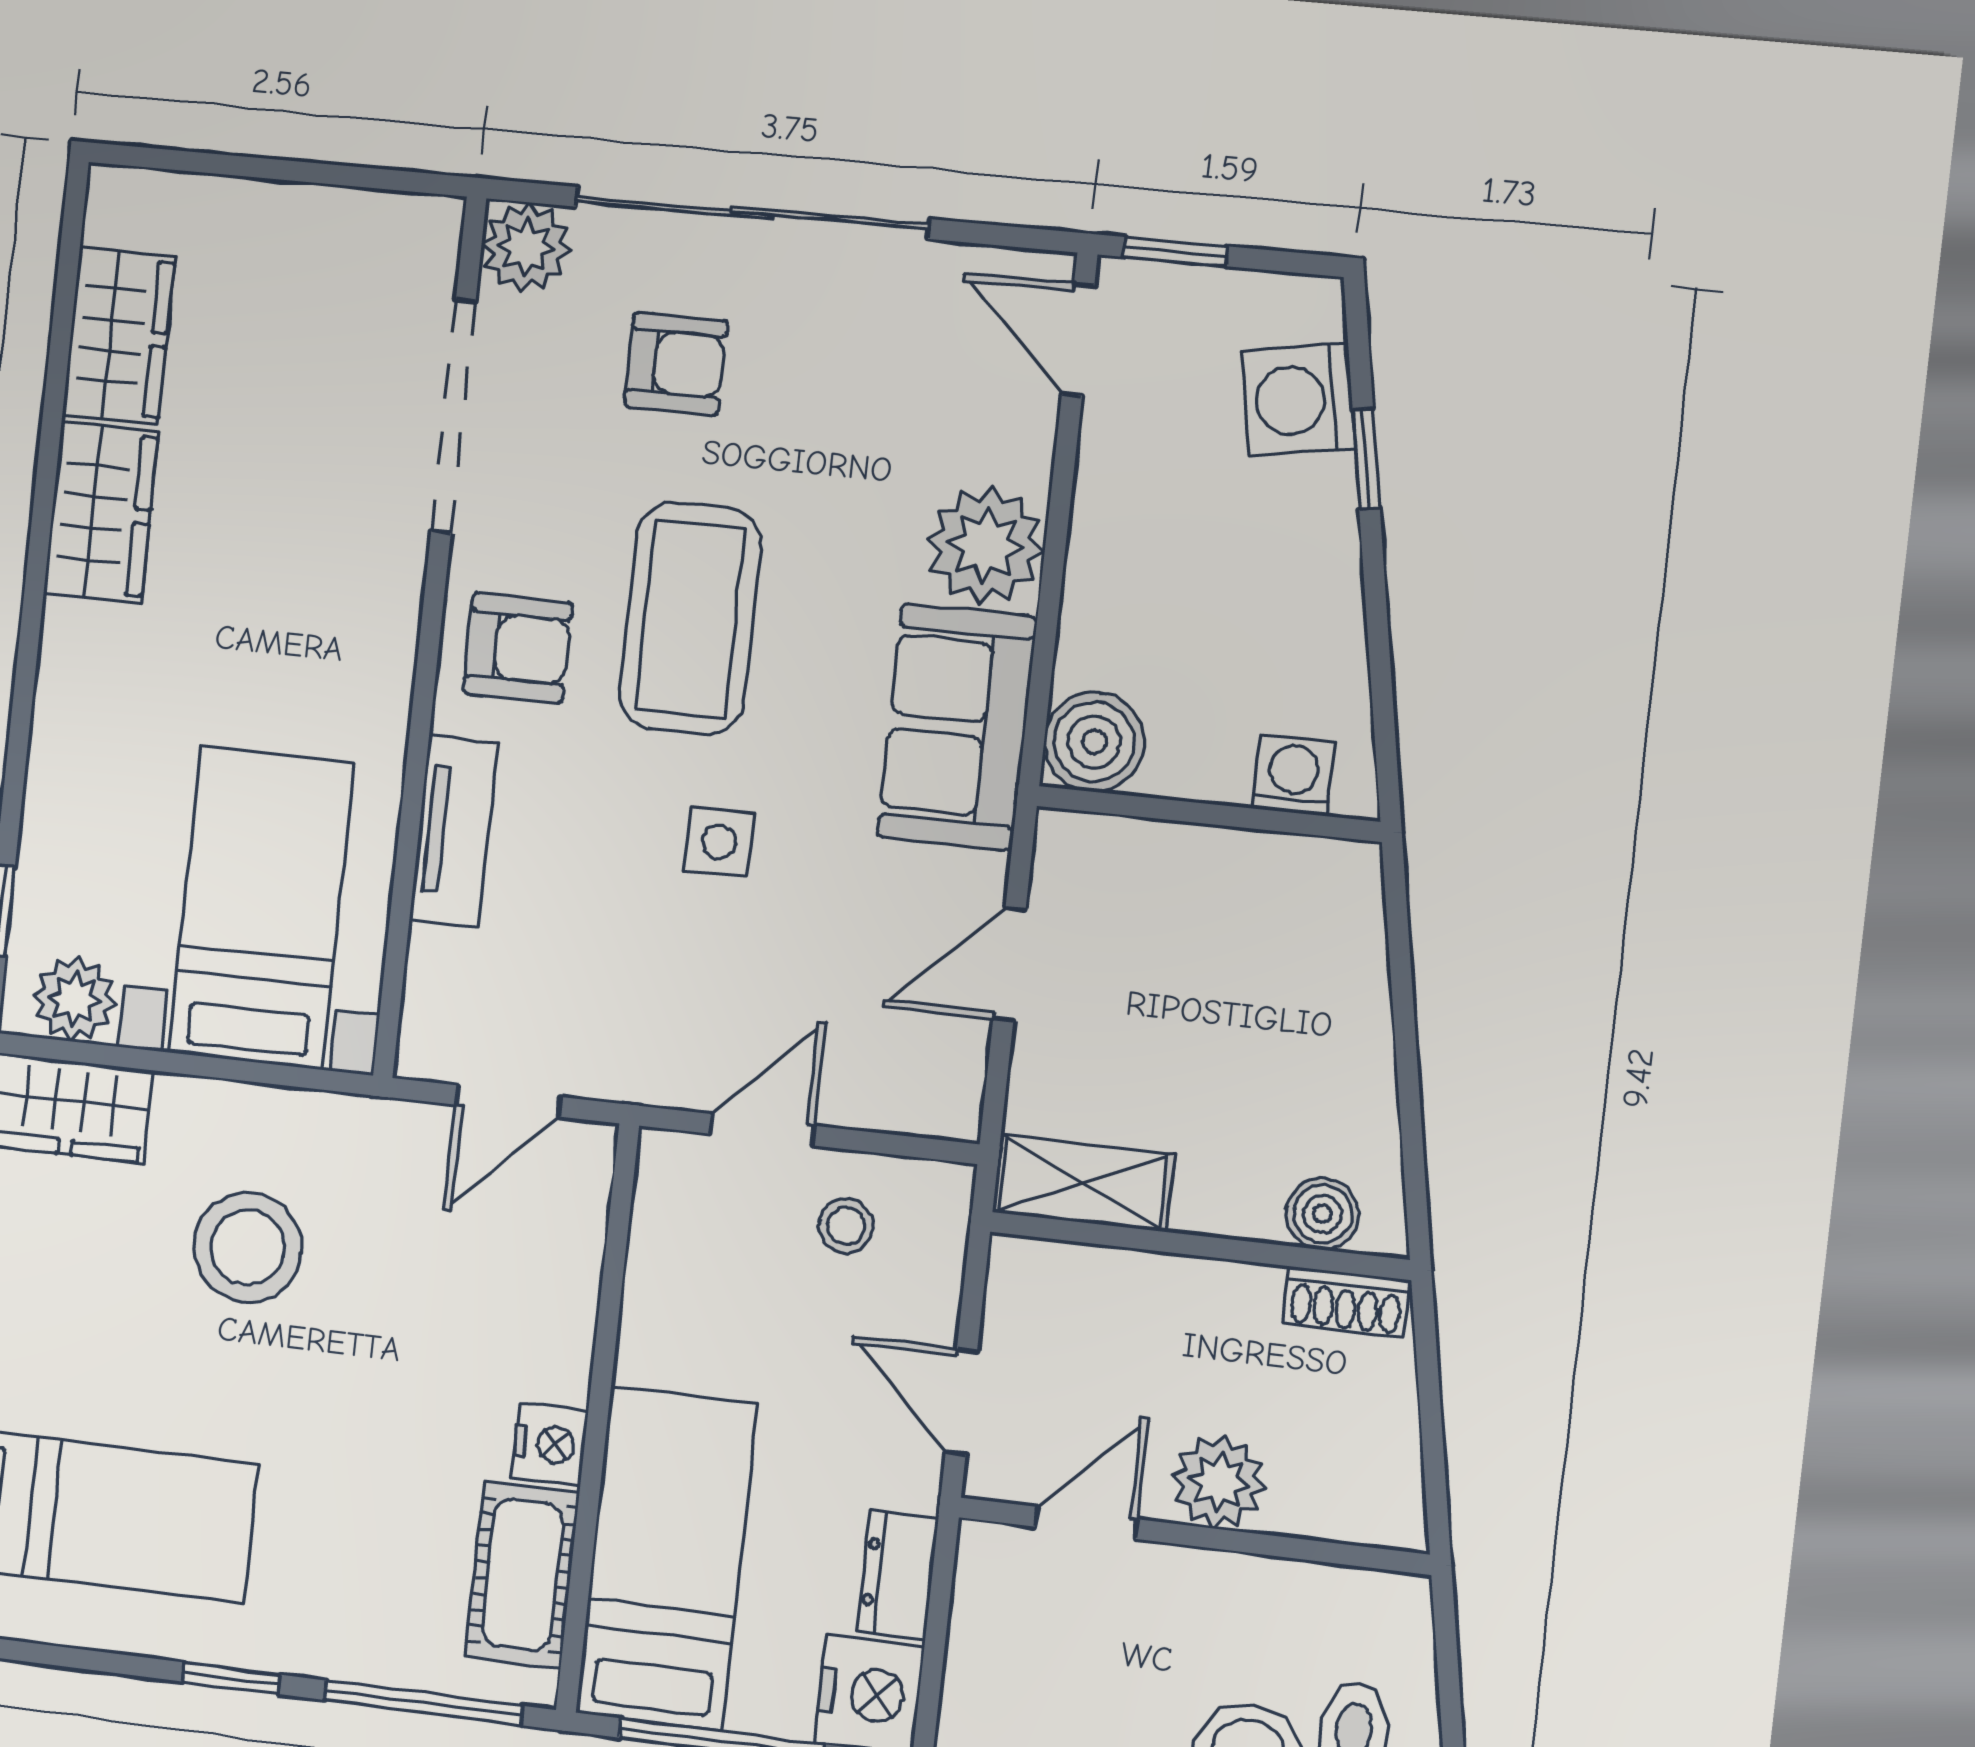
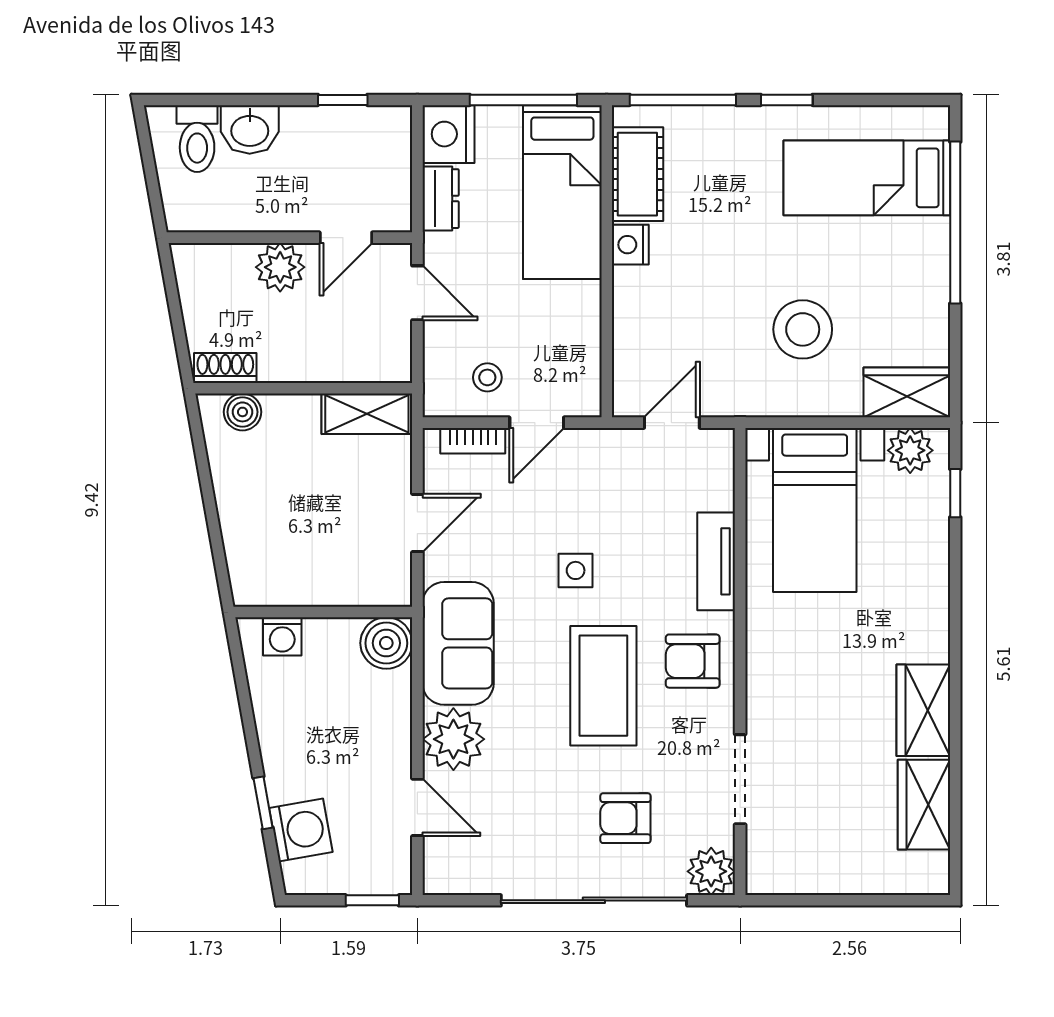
door: (1078, 340) -> (417, 807), moved
doorway: (453, 416) -> (740, 779), width x0.73
bookcase: (887, 1109) -> (473, 441), added

